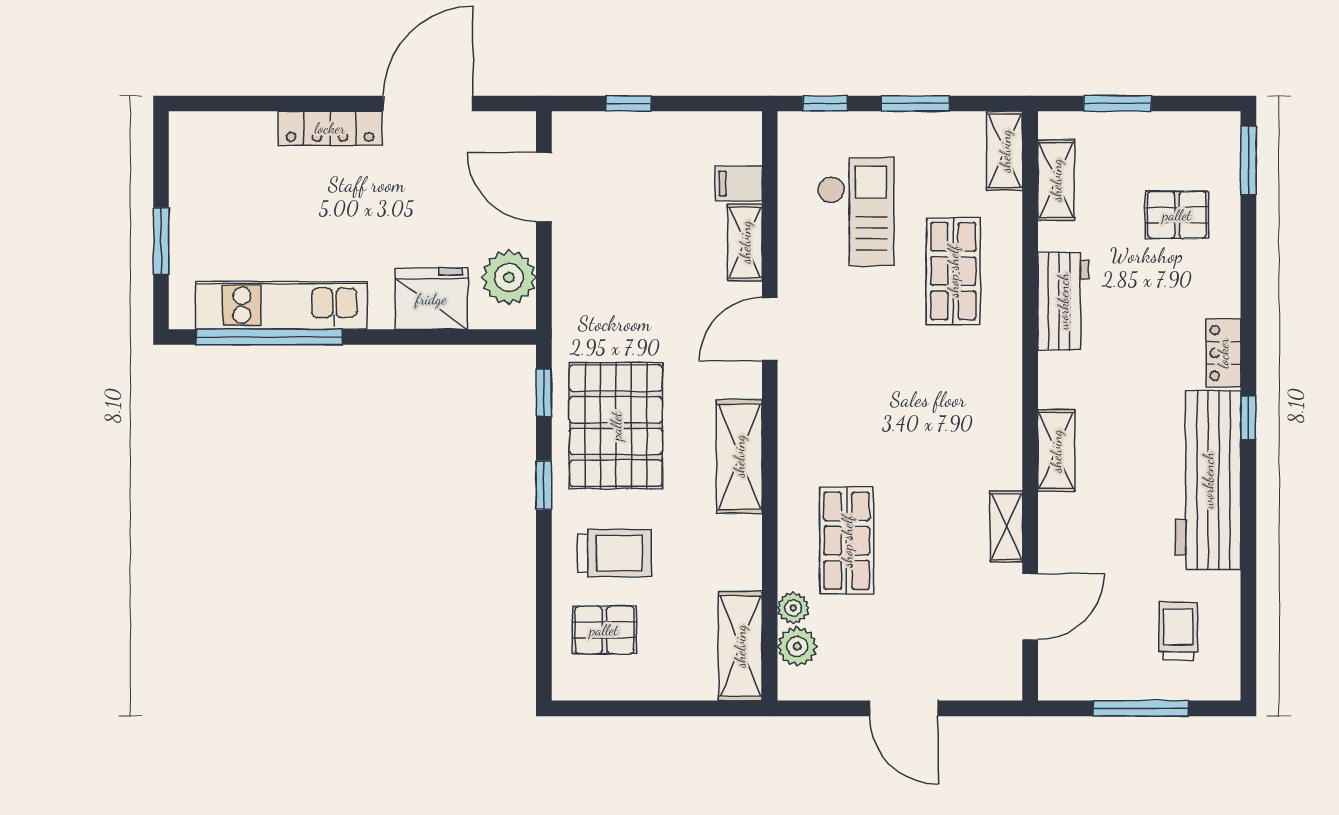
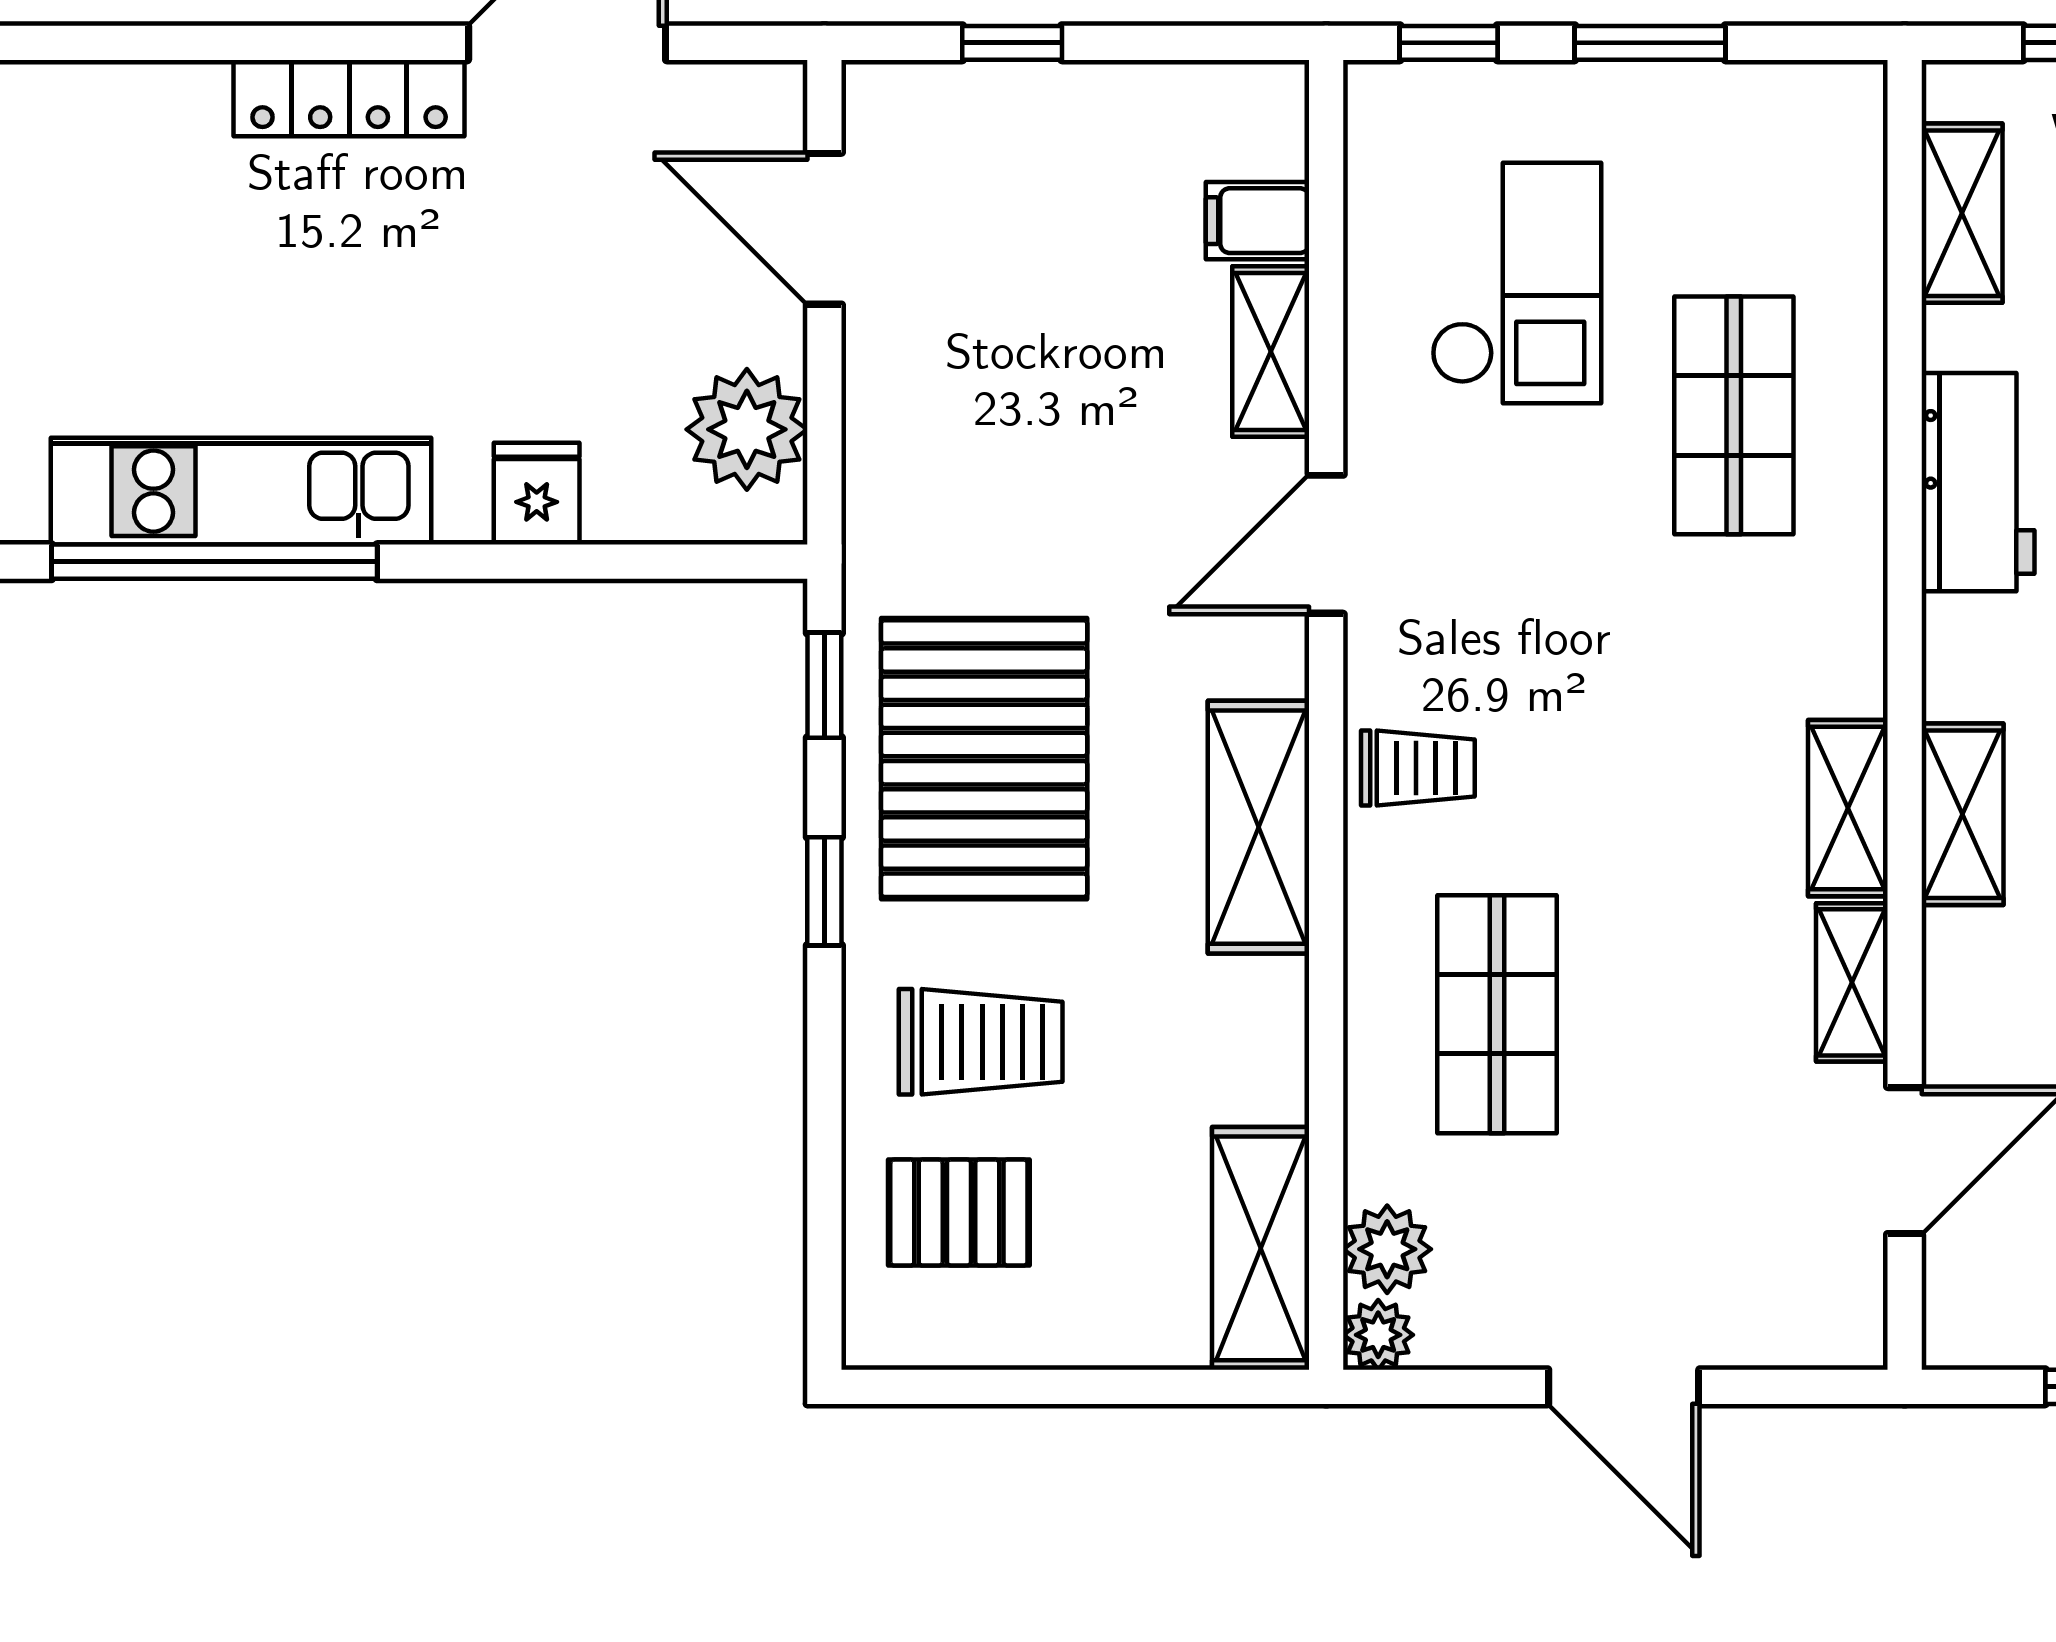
shelving: (1005, 151) -> (1848, 808), moved
fridge: (431, 299) -> (537, 494), width x0.53, depth x0.75
trolley: (811, 430) -> (1418, 768), added
plant: (793, 608) -> (1378, 1335), moved

